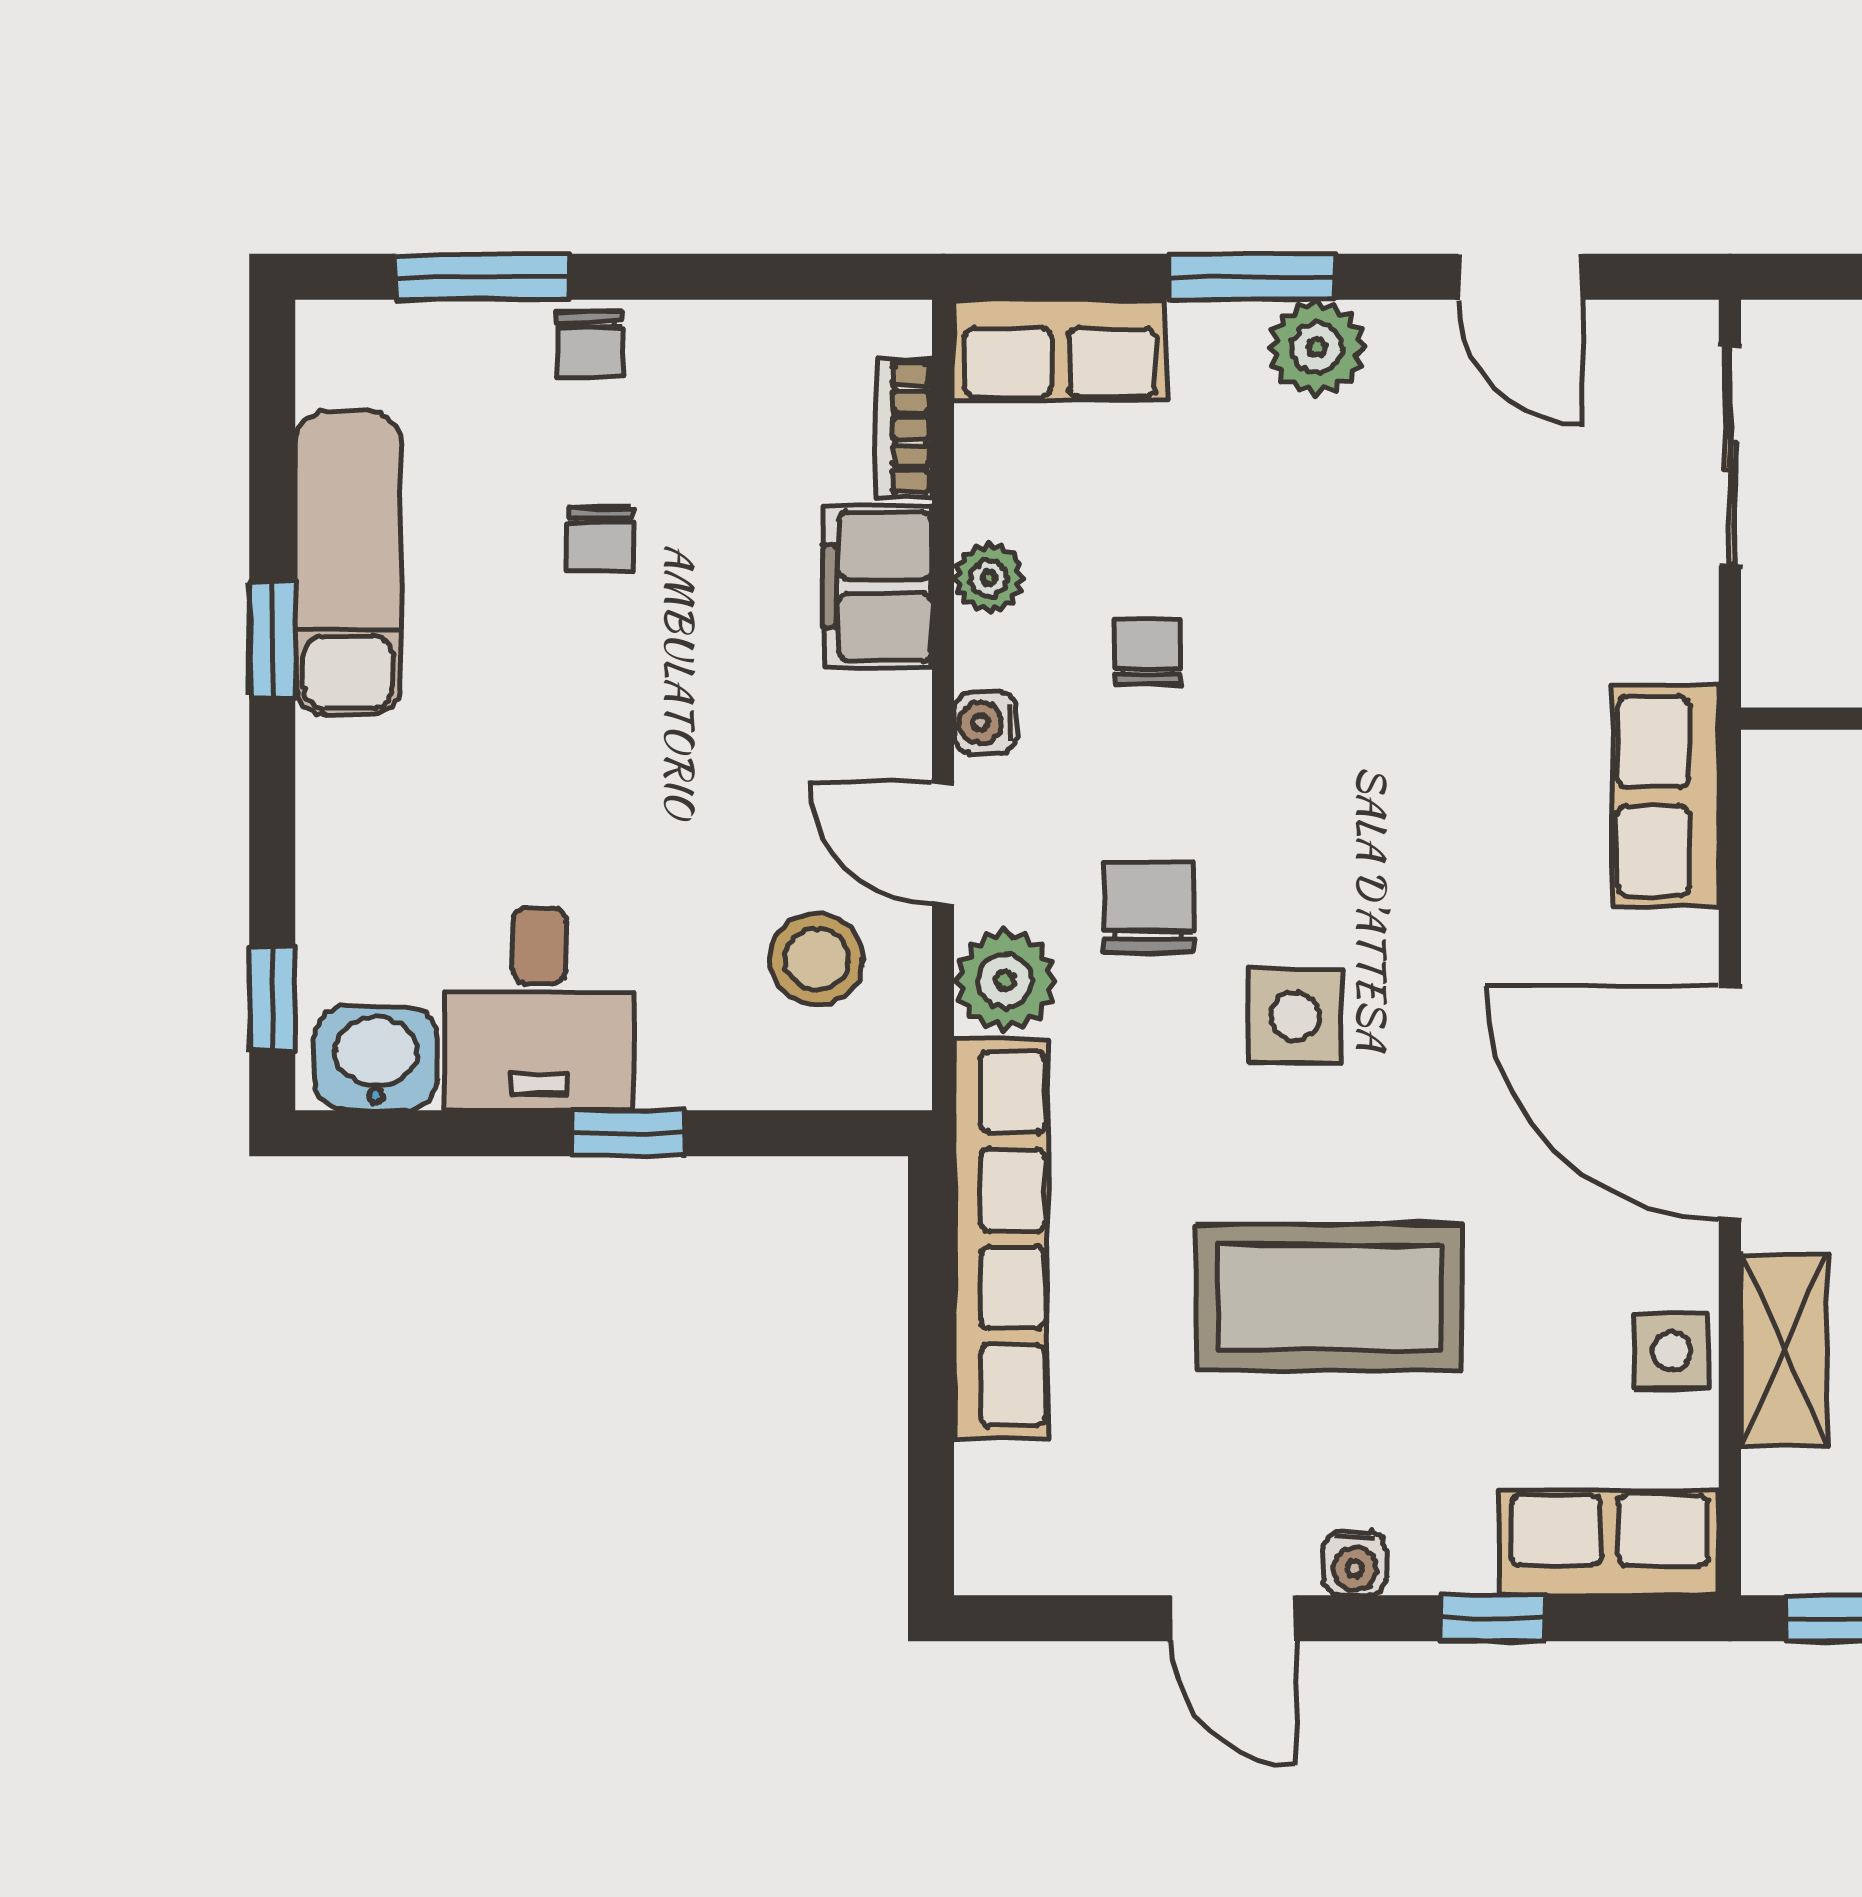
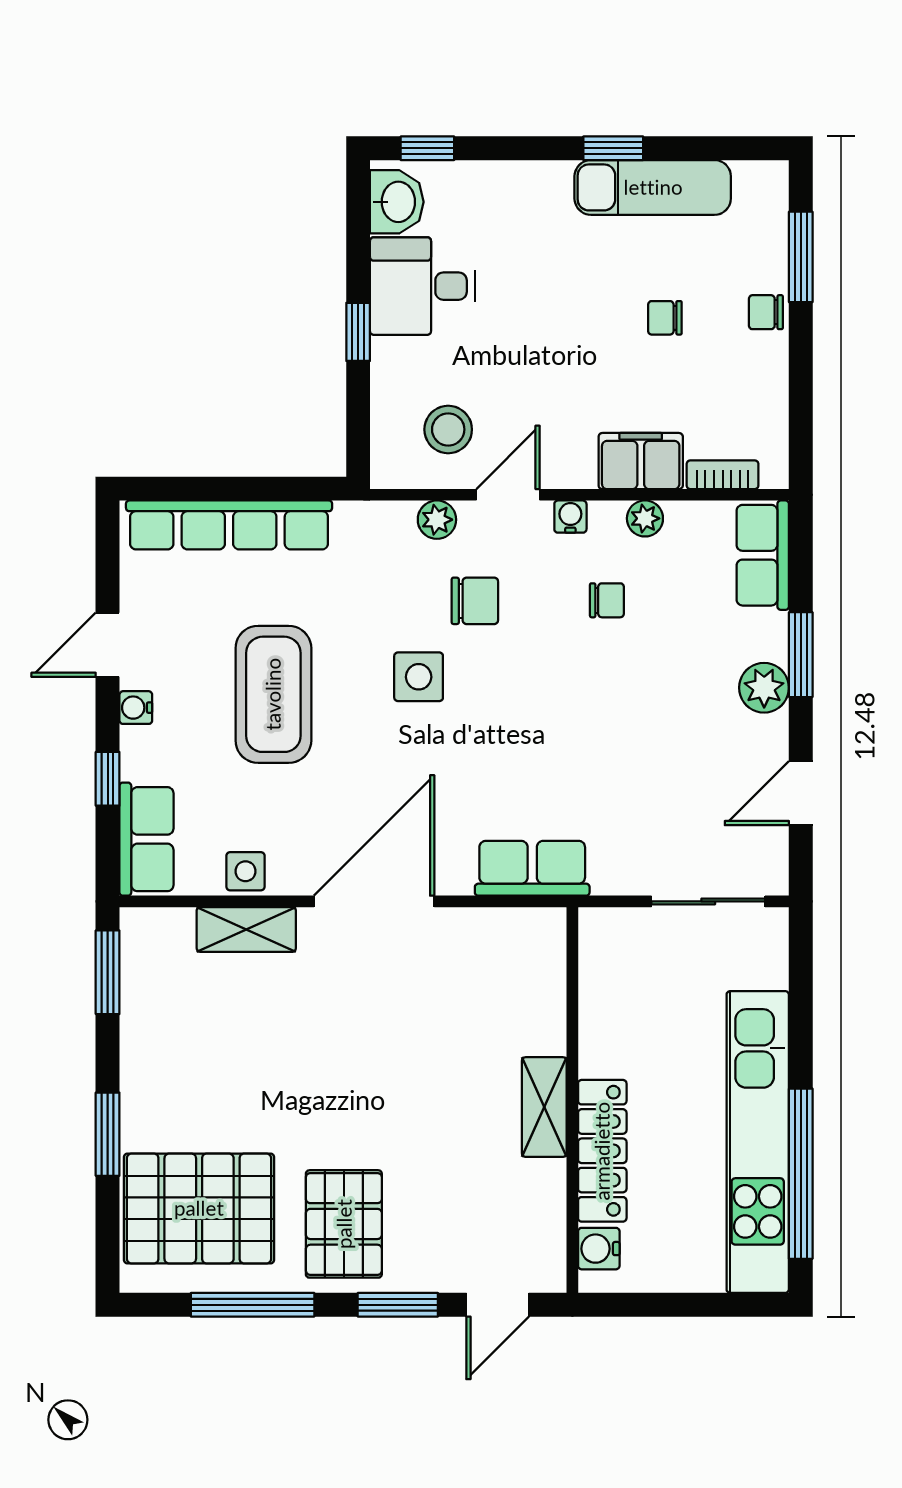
plant: (1005, 981) -> (437, 520), width x0.73, depth x0.73
row of seats: (1001, 1239) -> (229, 525), moved

